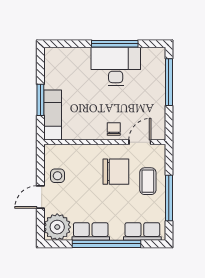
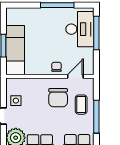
desk: (116, 67) -> (80, 29), moved, turned 90
exam couch: (53, 115) -> (15, 50), width x1.36, depth x1.45
chair: (116, 172) -> (58, 98), turned 90

